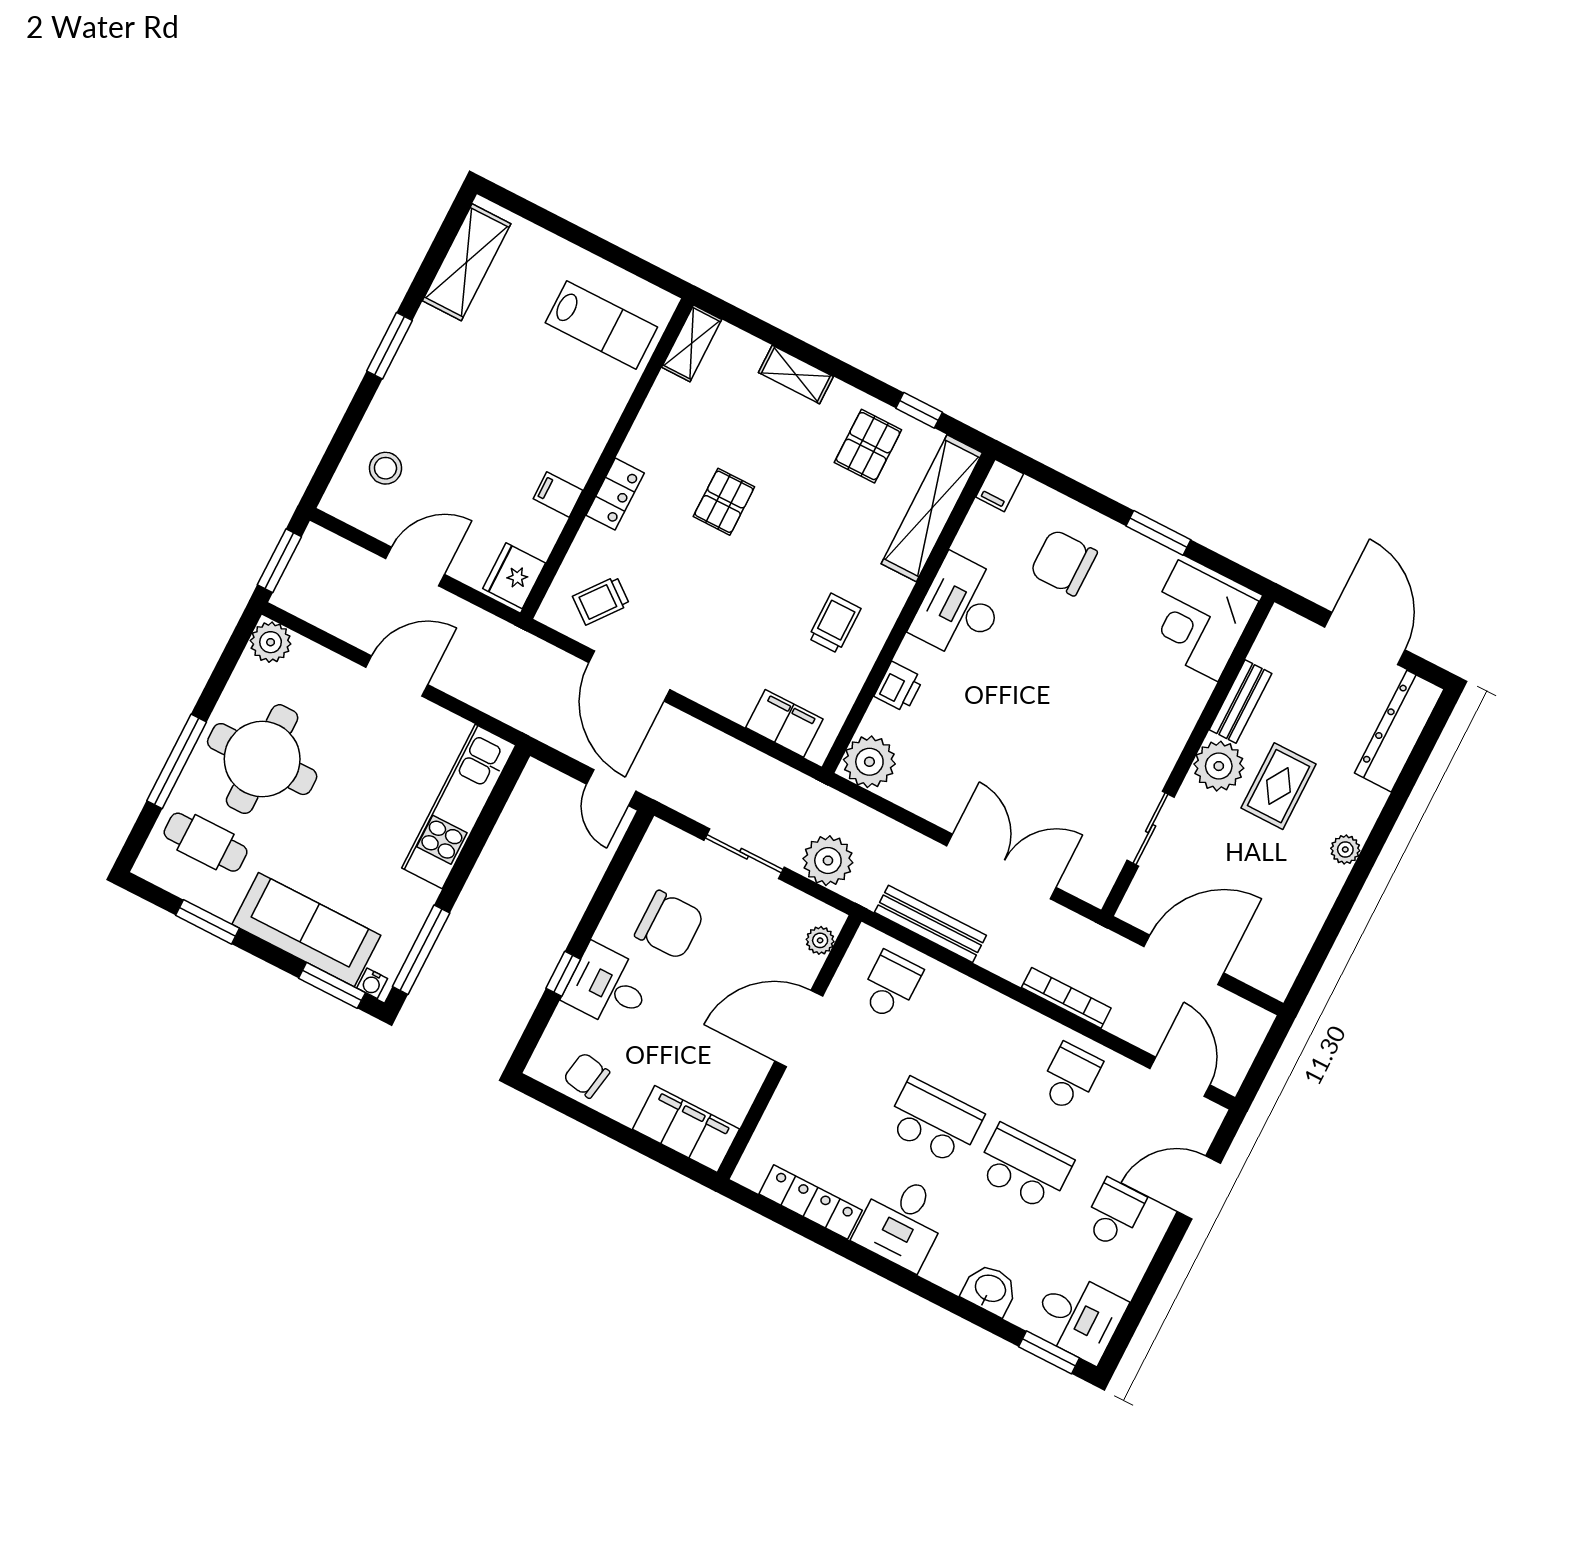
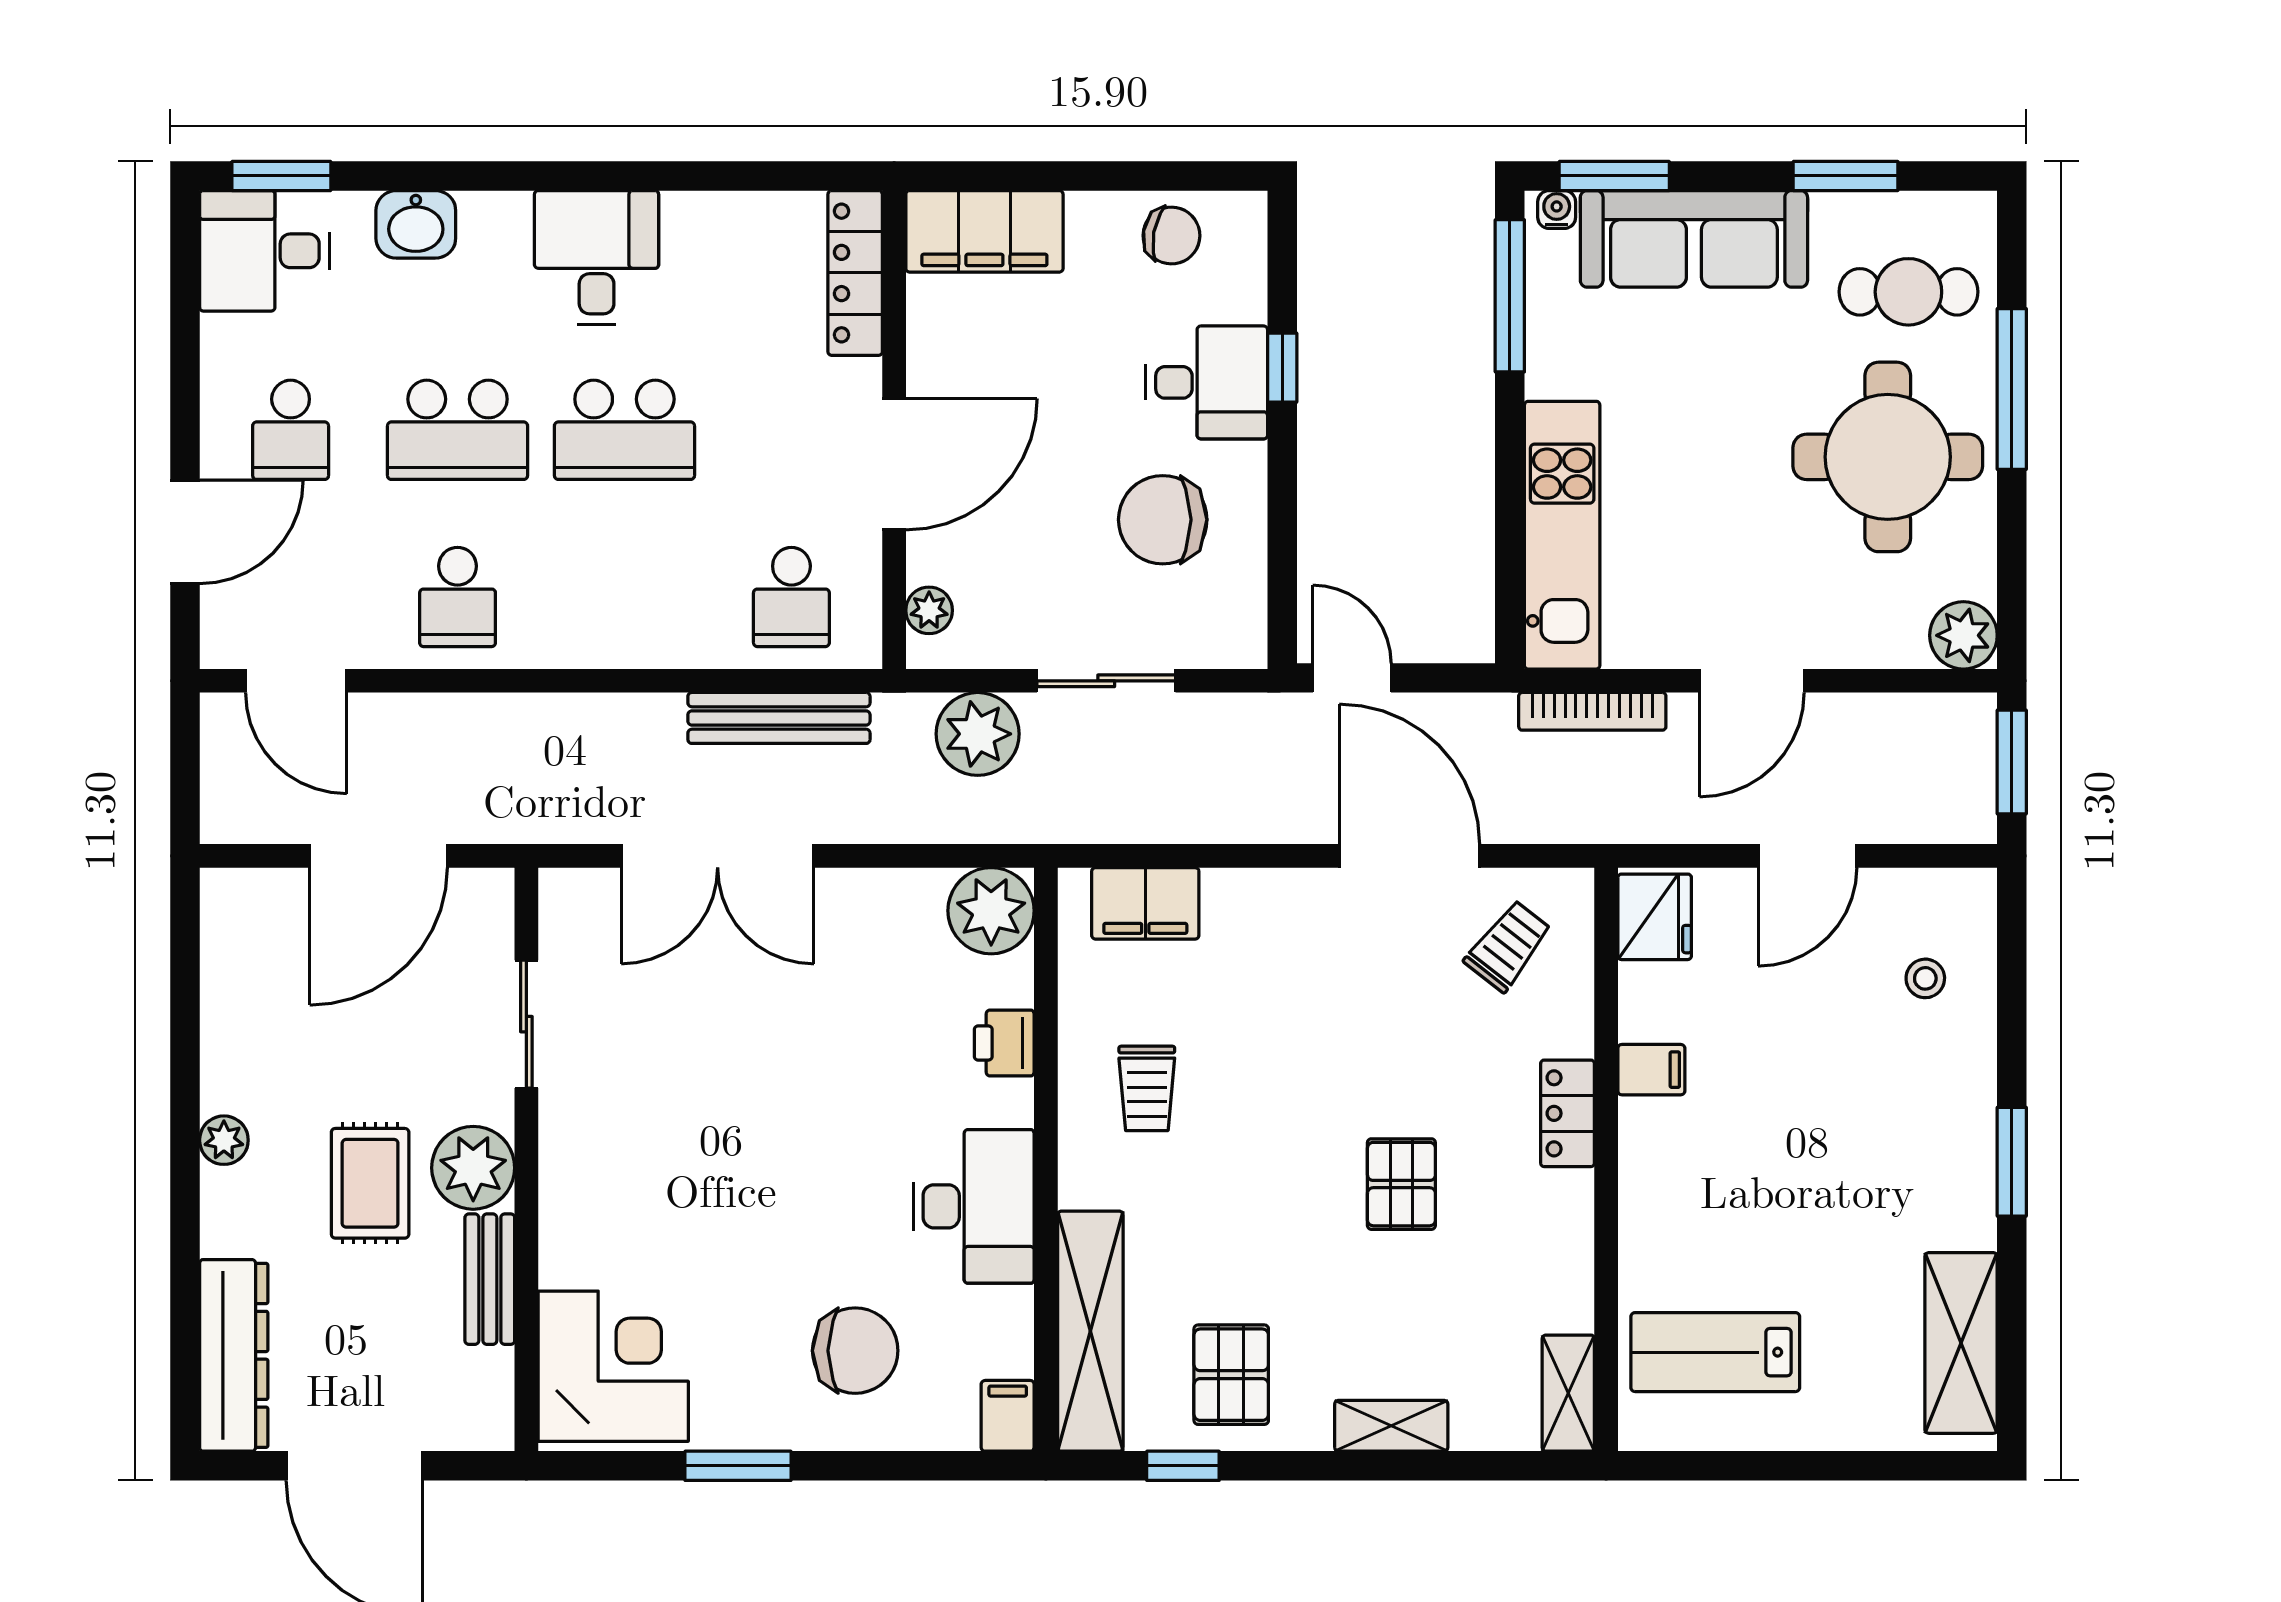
stool: (385, 468) -> (1925, 978), width x0.73, depth x0.73
bookcase: (1066, 998) -> (1592, 711), moved
locker: (811, 1202) -> (855, 273), moved, turned 90

